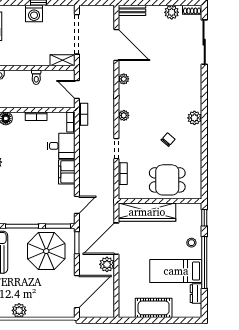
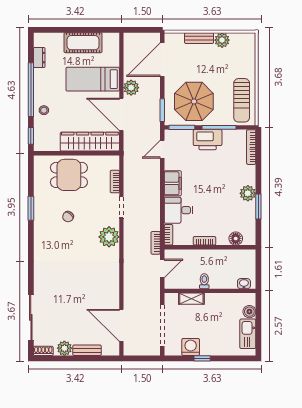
bench: (132, 10) -> (87, 350), moved
washing machine: (34, 14) -> (191, 347), moved
door: (116, 45) -> (121, 325), moved
shelving: (63, 60) -> (191, 299), moved
plant: (124, 79) -> (114, 279), removed
door: (77, 90) -> (162, 268), hinge flipped
plant: (124, 115) -> (109, 237), width x1.88, depth x1.88
plant: (194, 118) -> (41, 239), removed
window: (204, 148) -> (31, 208), added
printer: (33, 214) -> (208, 140), added
door: (116, 239) -> (121, 114), swing flipped
bed: (176, 271) -> (93, 79), moved, turned 180
bench: (41, 312) -> (199, 38), added

